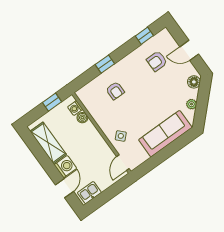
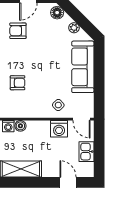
armchair: (157, 61) -> (18, 31), turned 90
washing machine: (65, 167) -> (59, 129), moved, turned 180
kitchen sink: (89, 193) -> (87, 152), moved

